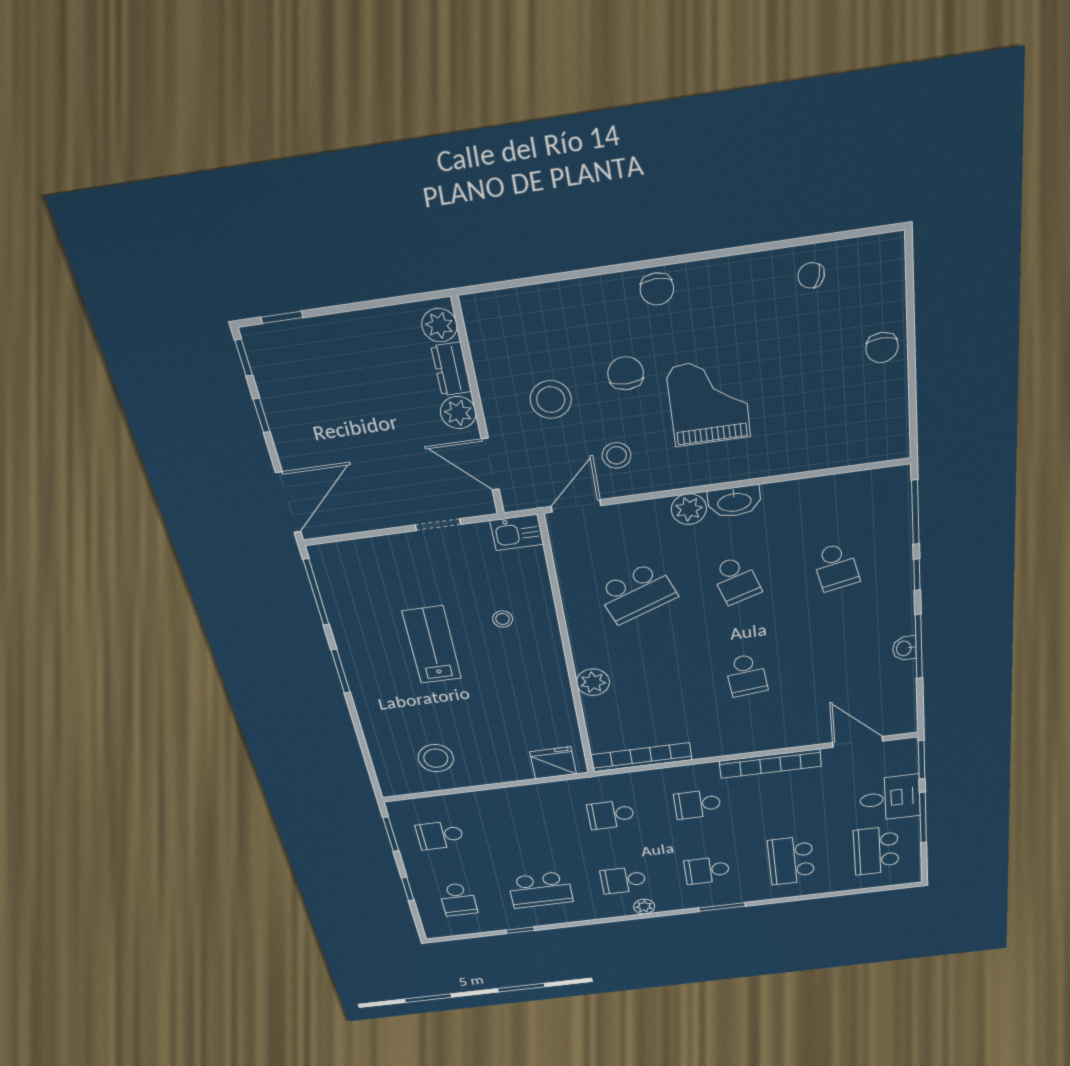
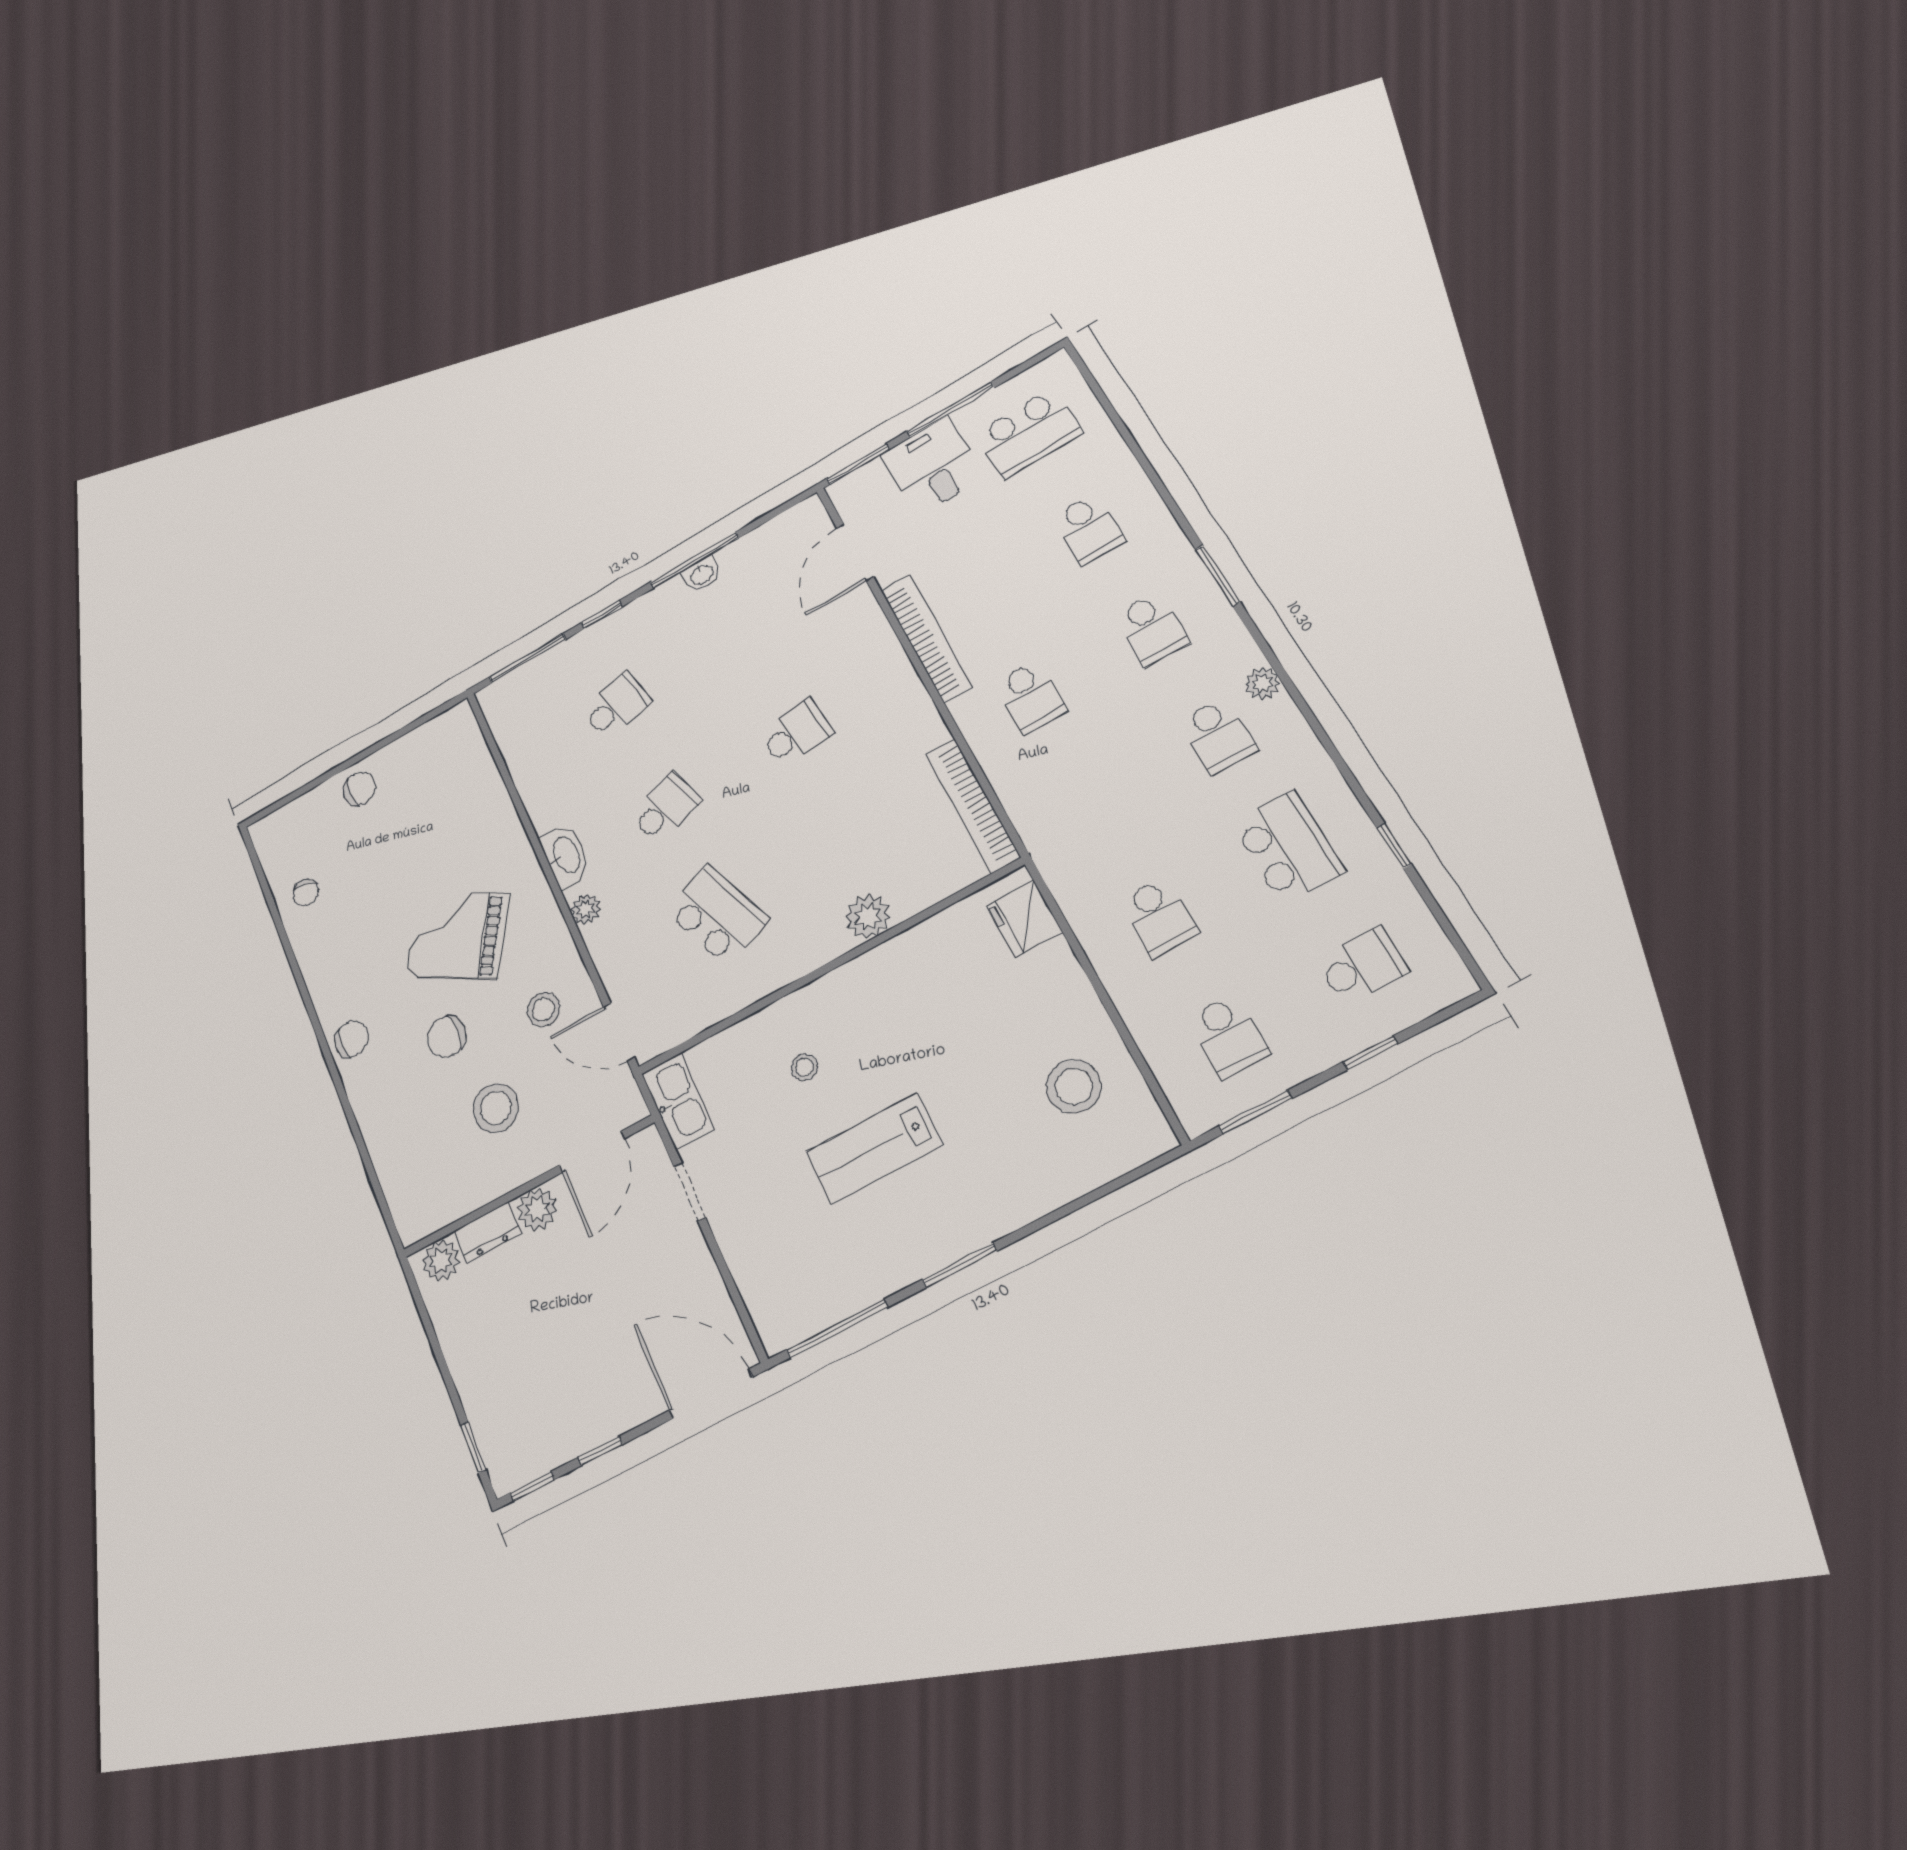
grand piano: (709, 402) -> (457, 935), turned 31
plant: (689, 509) -> (586, 909), width x0.73, depth x0.73
kitchen sink: (517, 532) -> (678, 1101), width x1.38
school desk: (611, 815) -> (1159, 917), moved
school desk: (791, 861) -> (1089, 529), width x0.54

